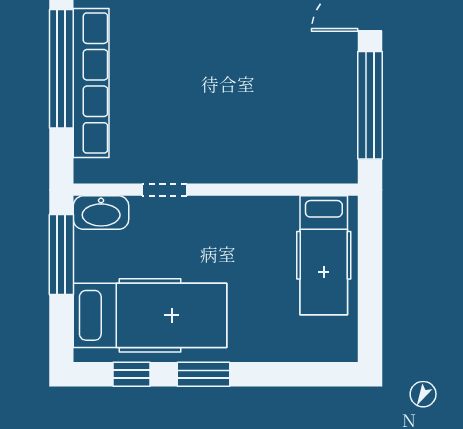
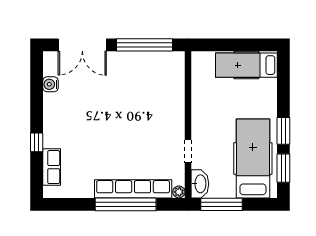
plant: (85, 172) -> (179, 192), added
hospital bed: (324, 255) -> (246, 65), moved, turned 180
window: (131, 374) -> (283, 168), width x1.50

